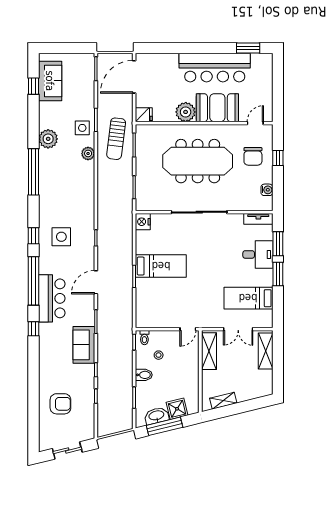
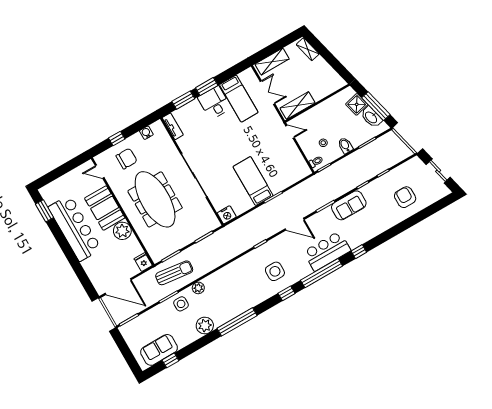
desk: (258, 254) -> (214, 103), moved
shelving: (223, 401) -> (308, 49), moved

